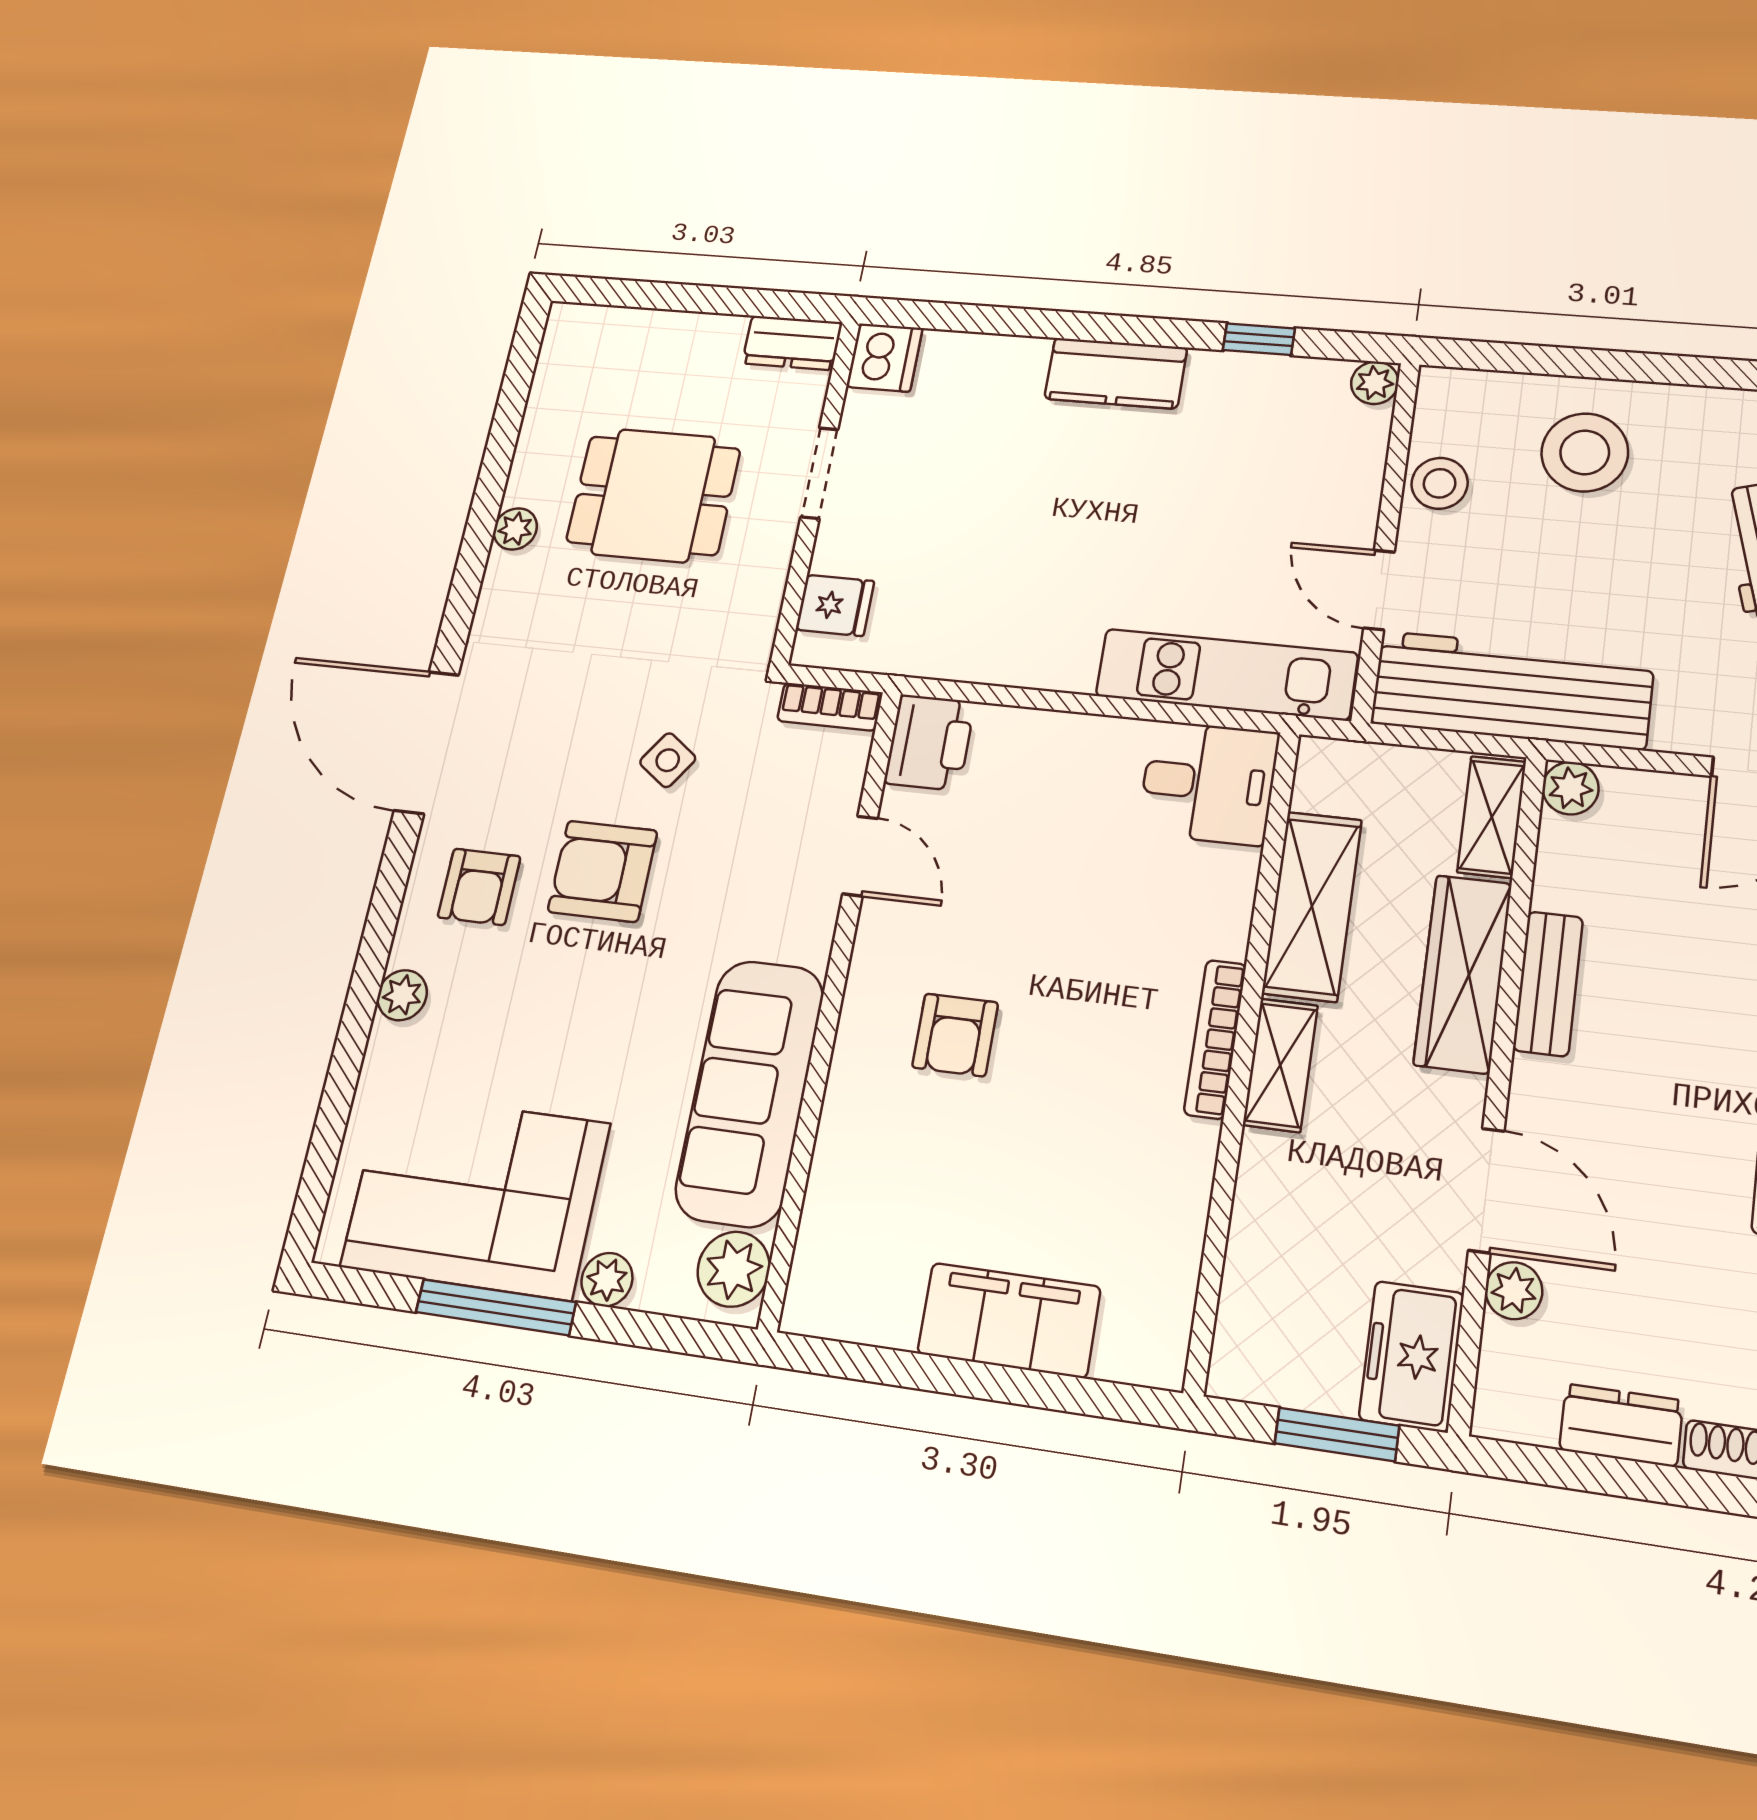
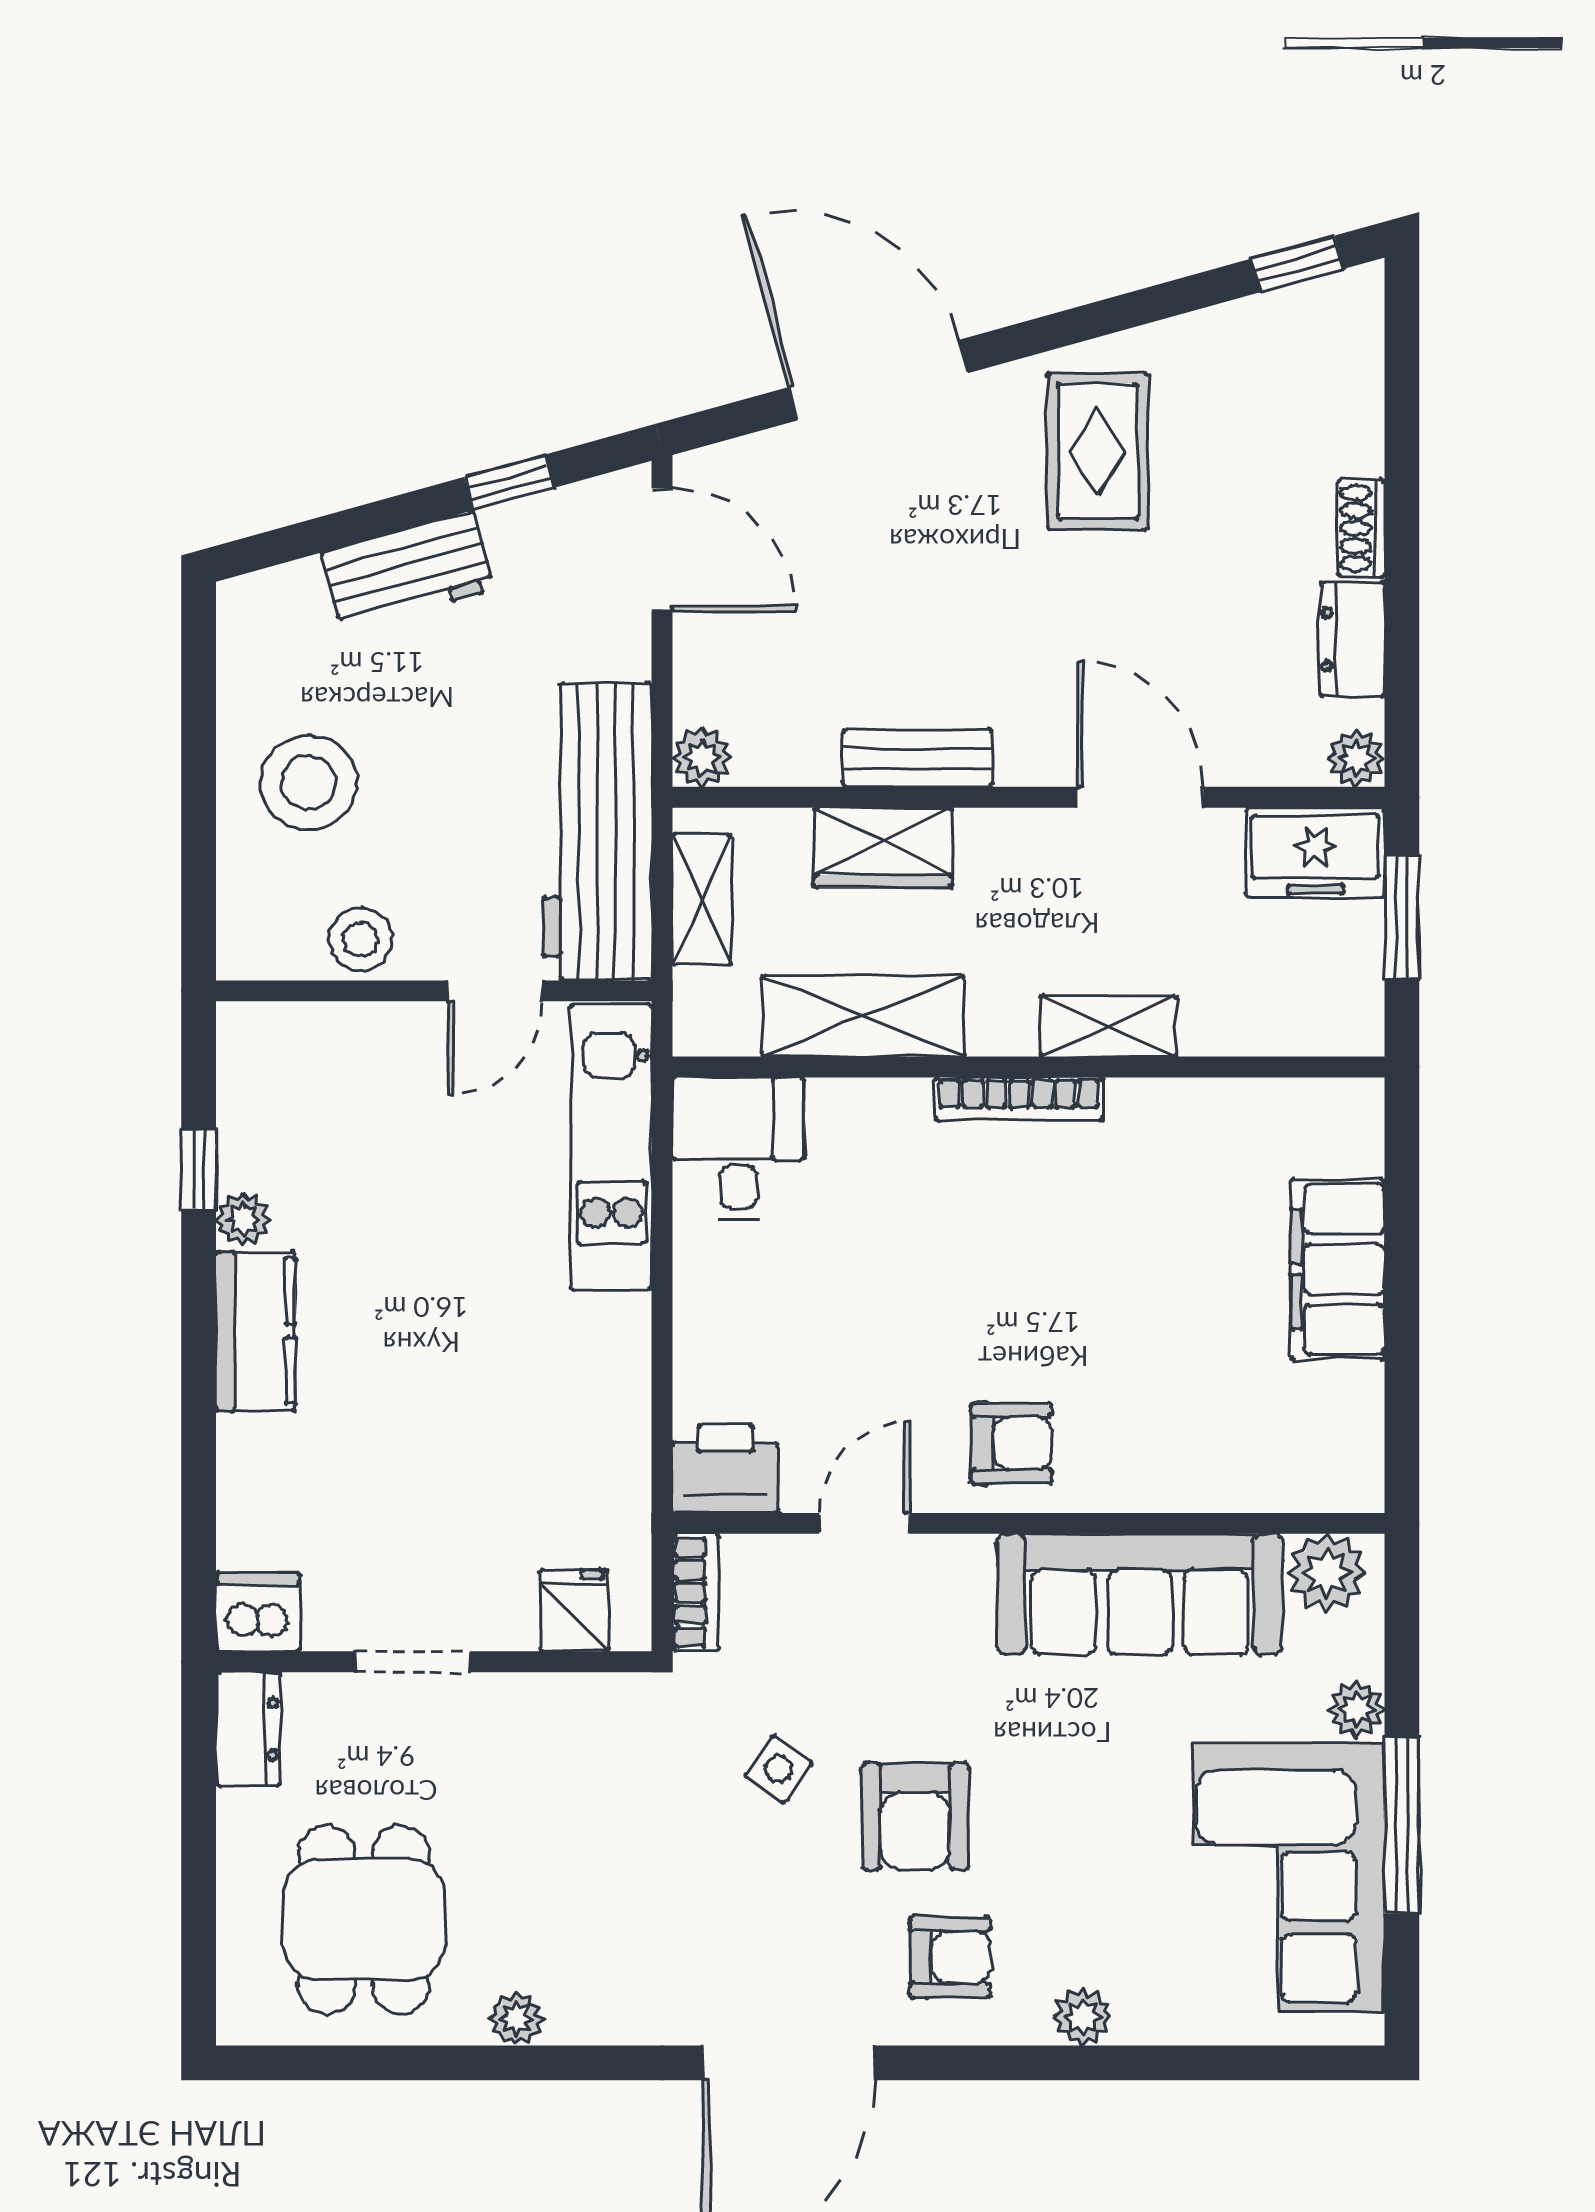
plant: (1375, 383) -> (243, 1219), moved
dining table: (653, 495) -> (364, 1919), moved
shelving: (1492, 817) -> (702, 899), moved, turned 90
wardrobe: (1463, 974) -> (883, 848), width x0.67
armchair: (955, 1035) -> (1011, 1443), moved
shelving: (1280, 1065) -> (1108, 1026), moved
door: (1486, 1190) -> (1140, 797), hinge flipped
plant: (1514, 1291) -> (1356, 758), moved

